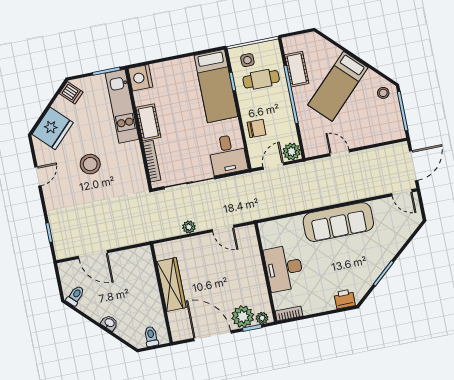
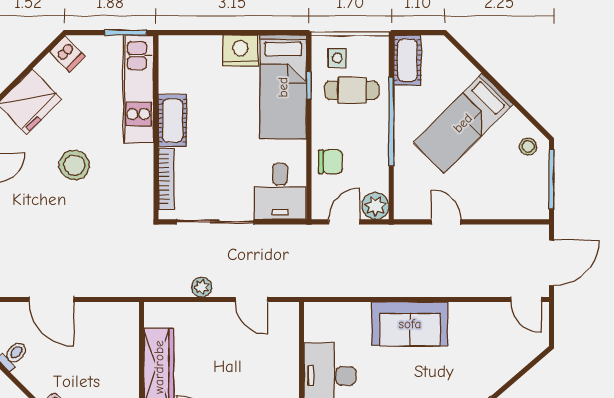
cot: (297, 69) -> (407, 60), moved
nightstand: (140, 78) -> (240, 51), moved, turned 90
sofa: (338, 222) -> (410, 324), width x0.73

